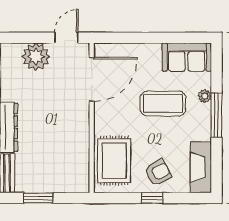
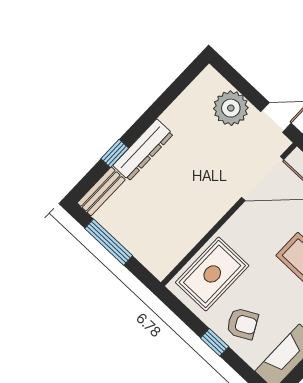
window: (38, 198) -> (109, 242), width x1.44

